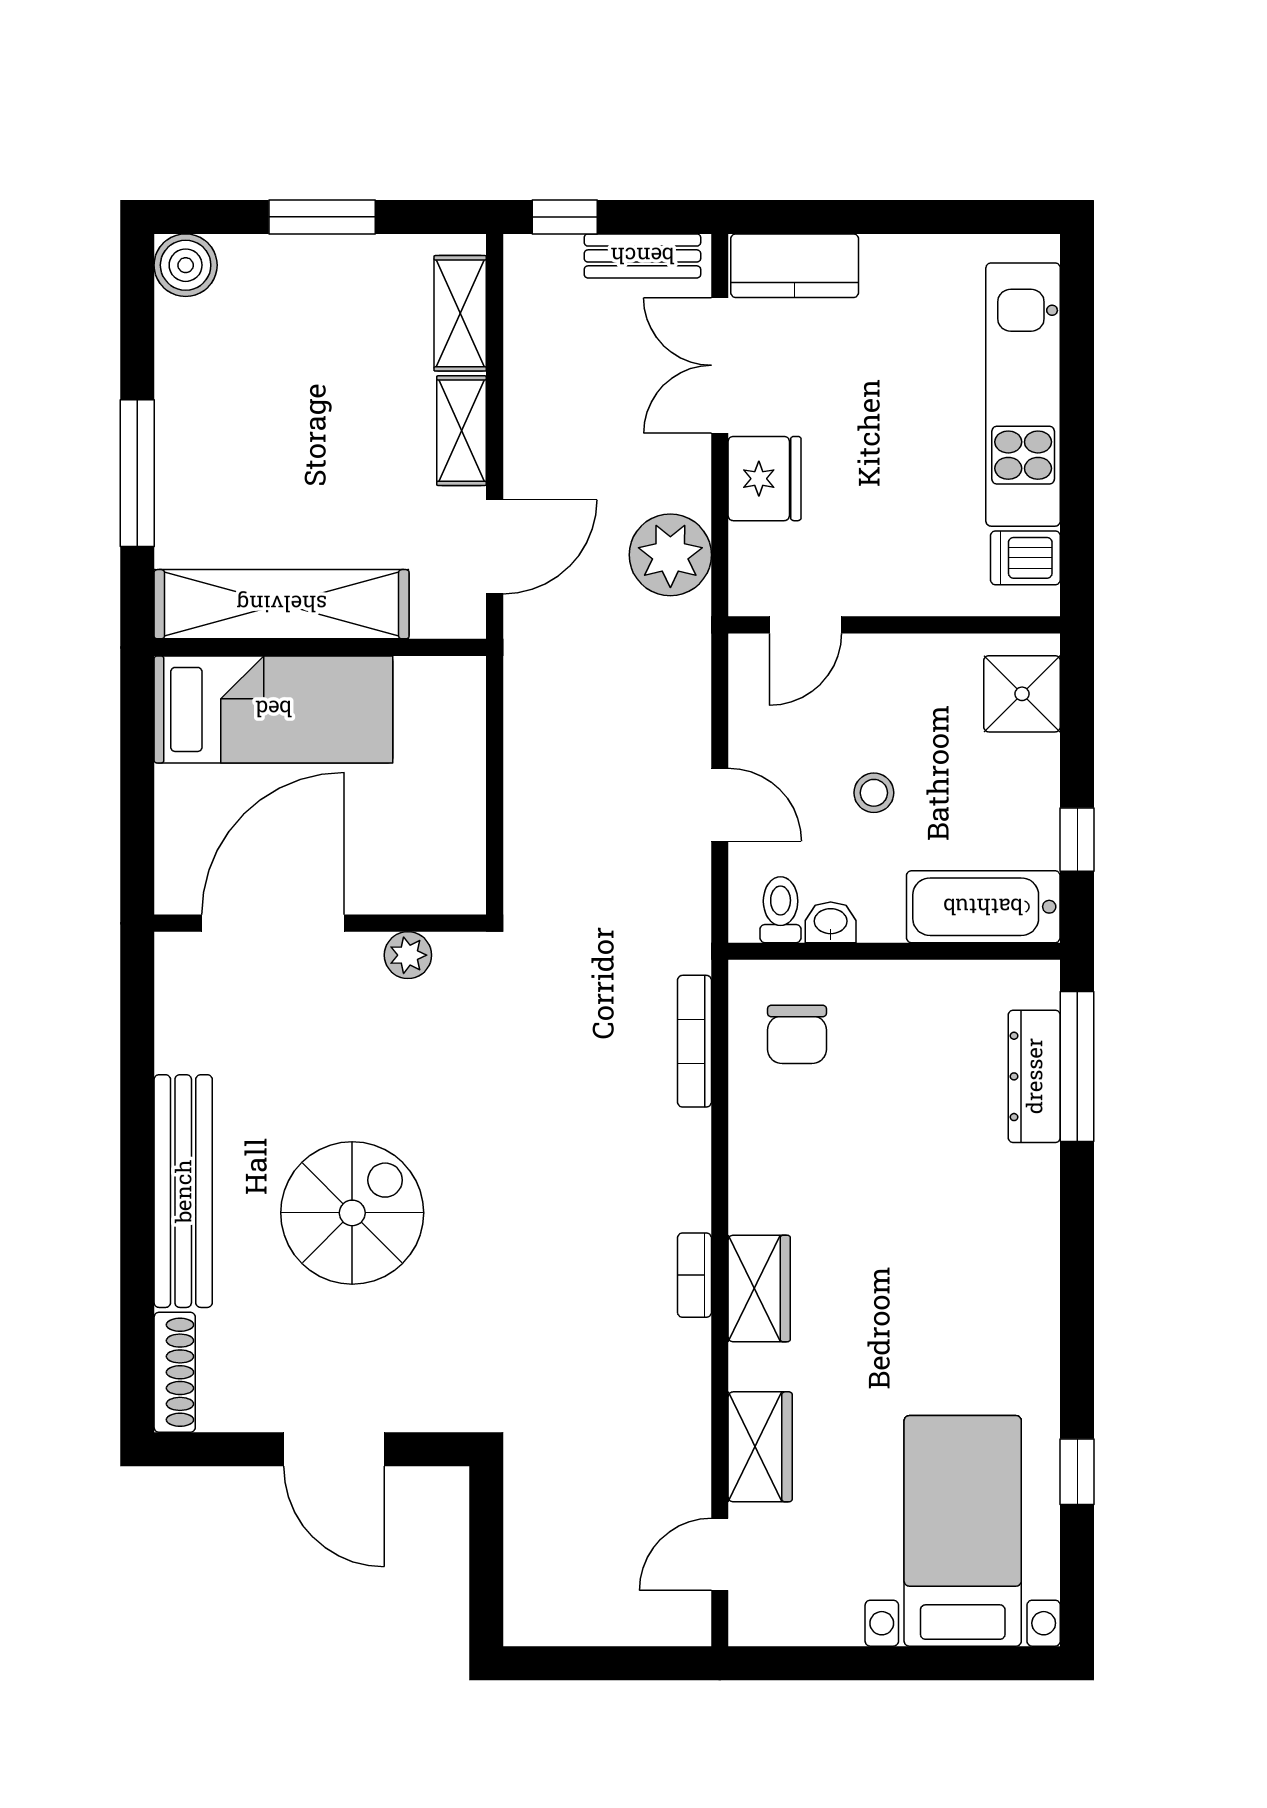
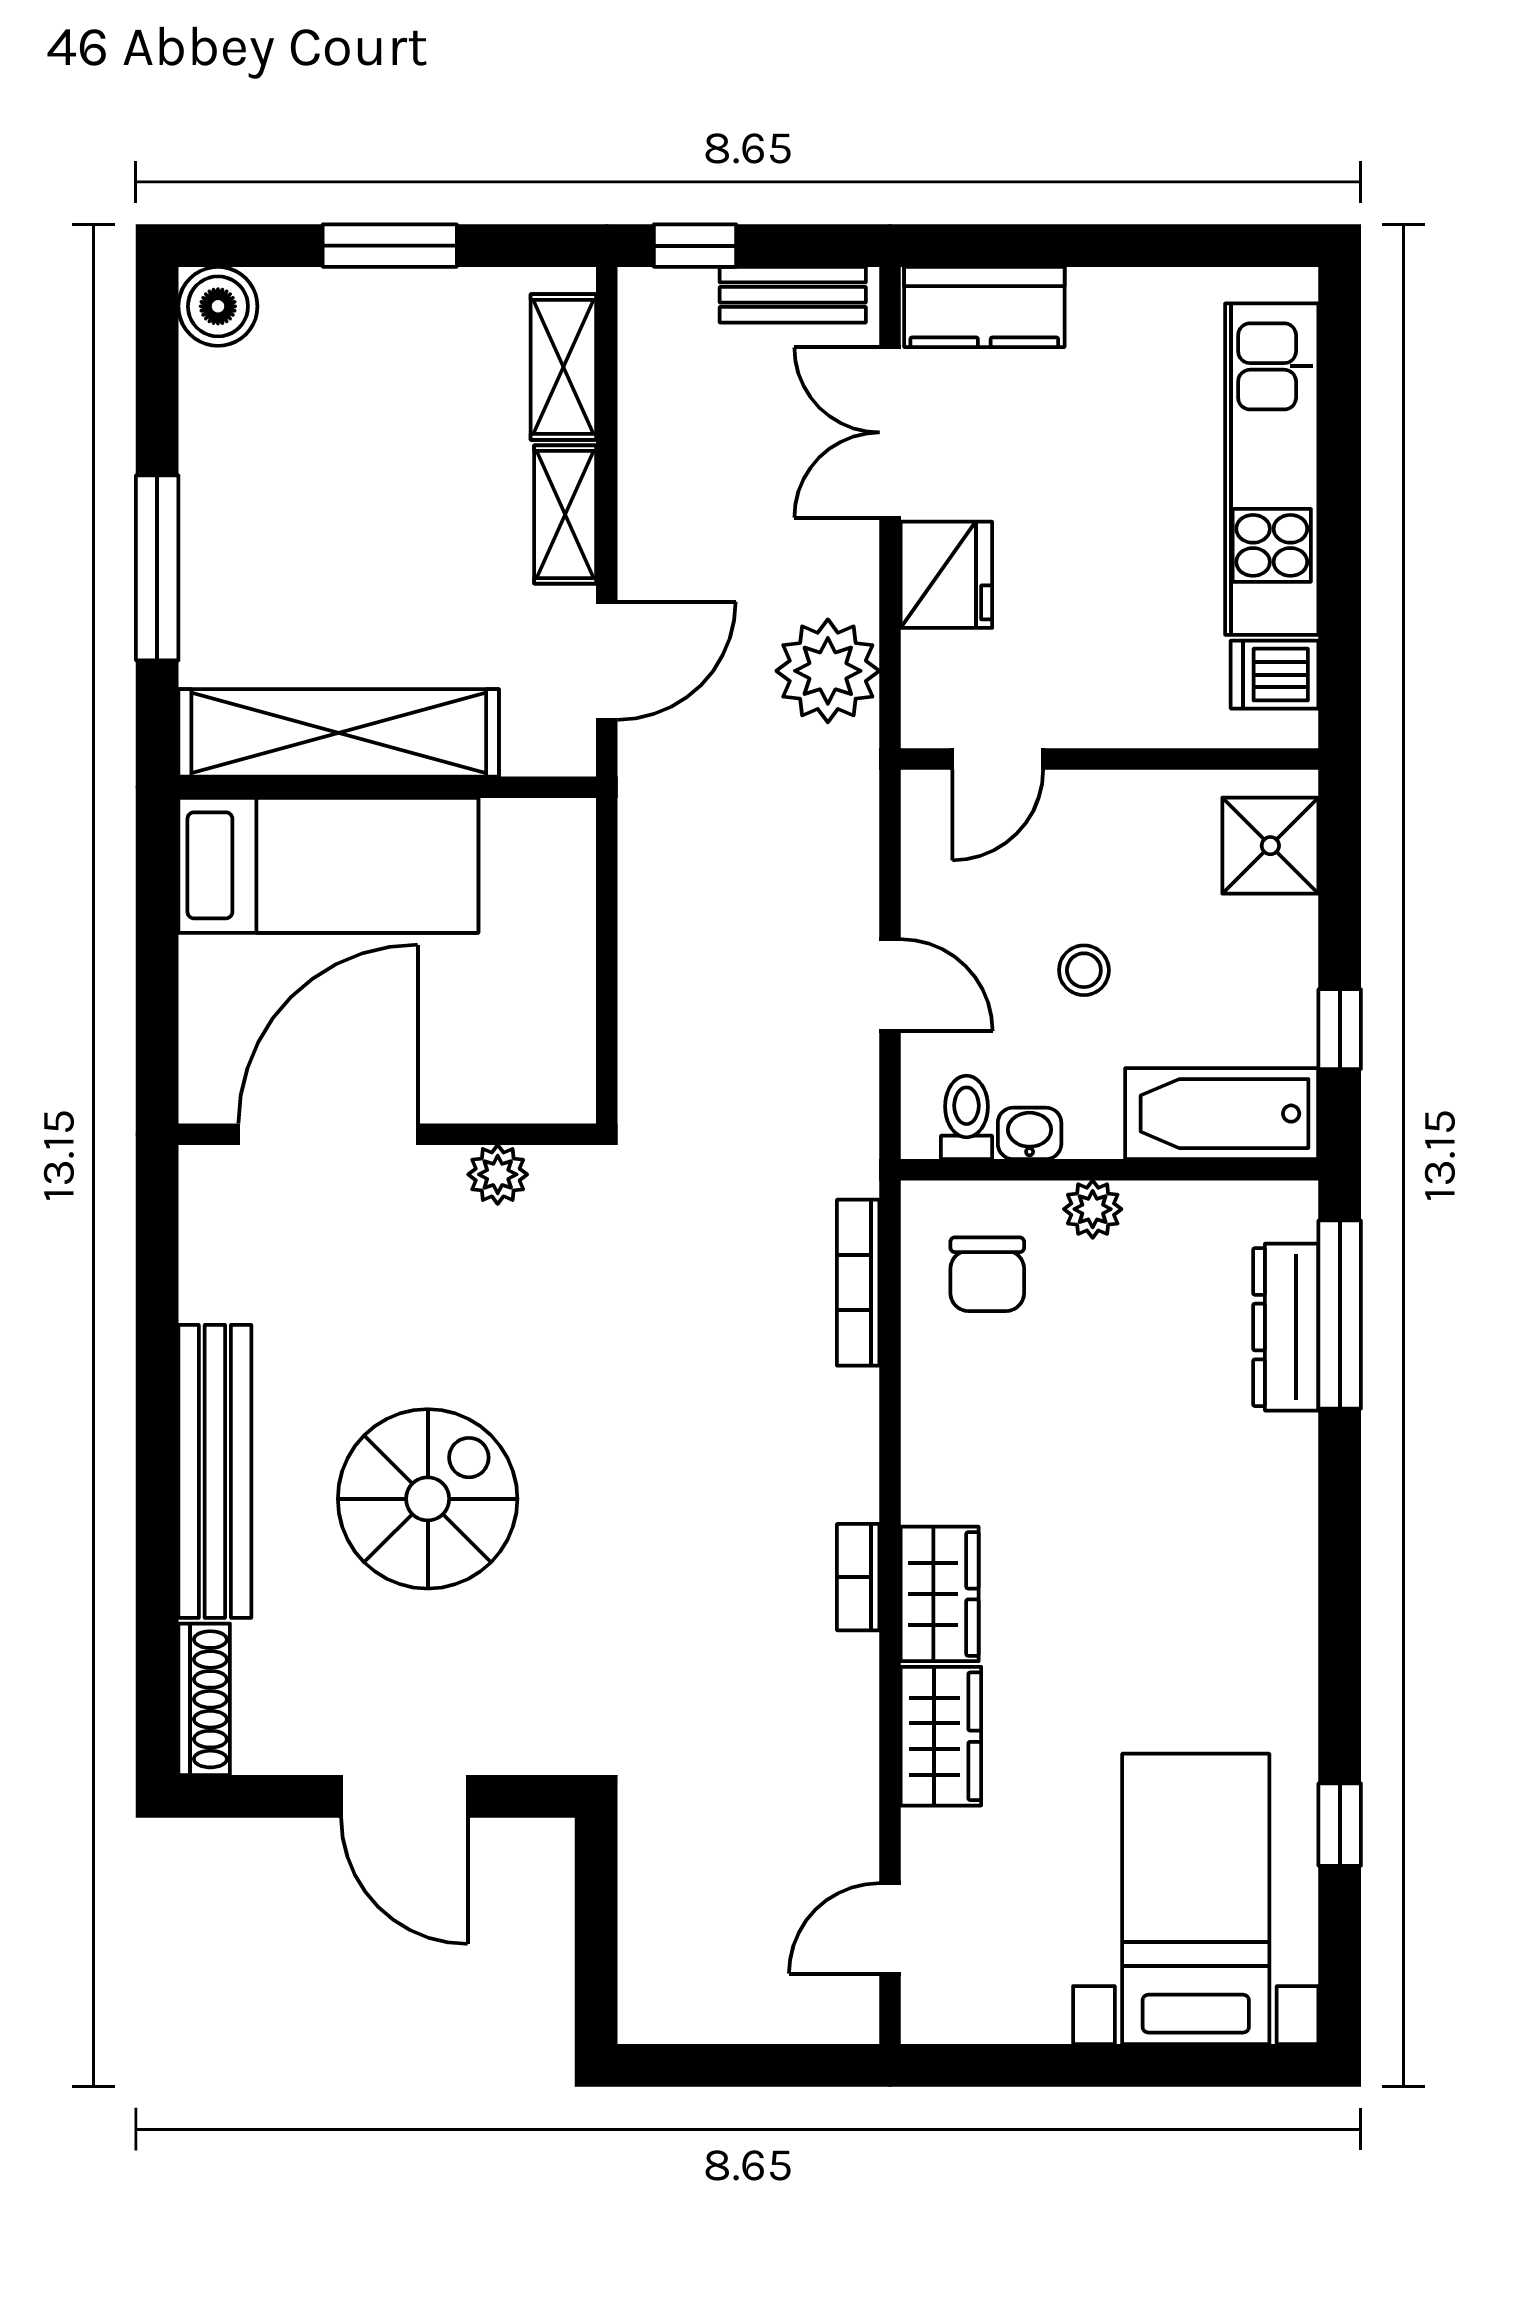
plant: (881, 983) -> (1093, 1209), added
wardrobe: (760, 1447) -> (941, 1736), moved

